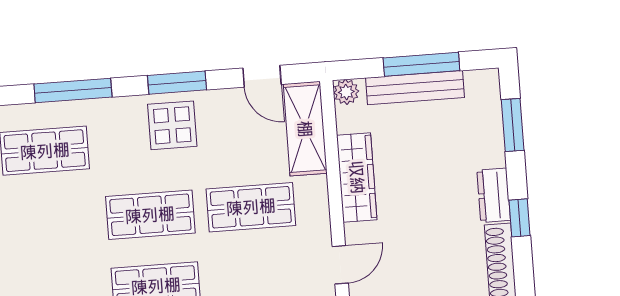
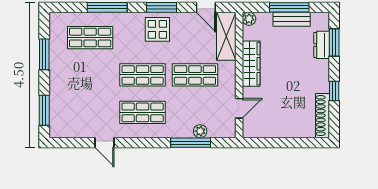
bench: (415, 88) -> (292, 19), width x0.73
dresser: (494, 195) -> (322, 45), moved

